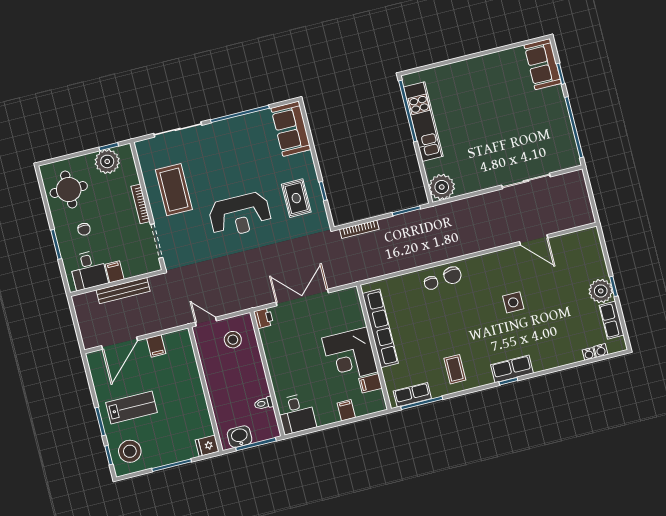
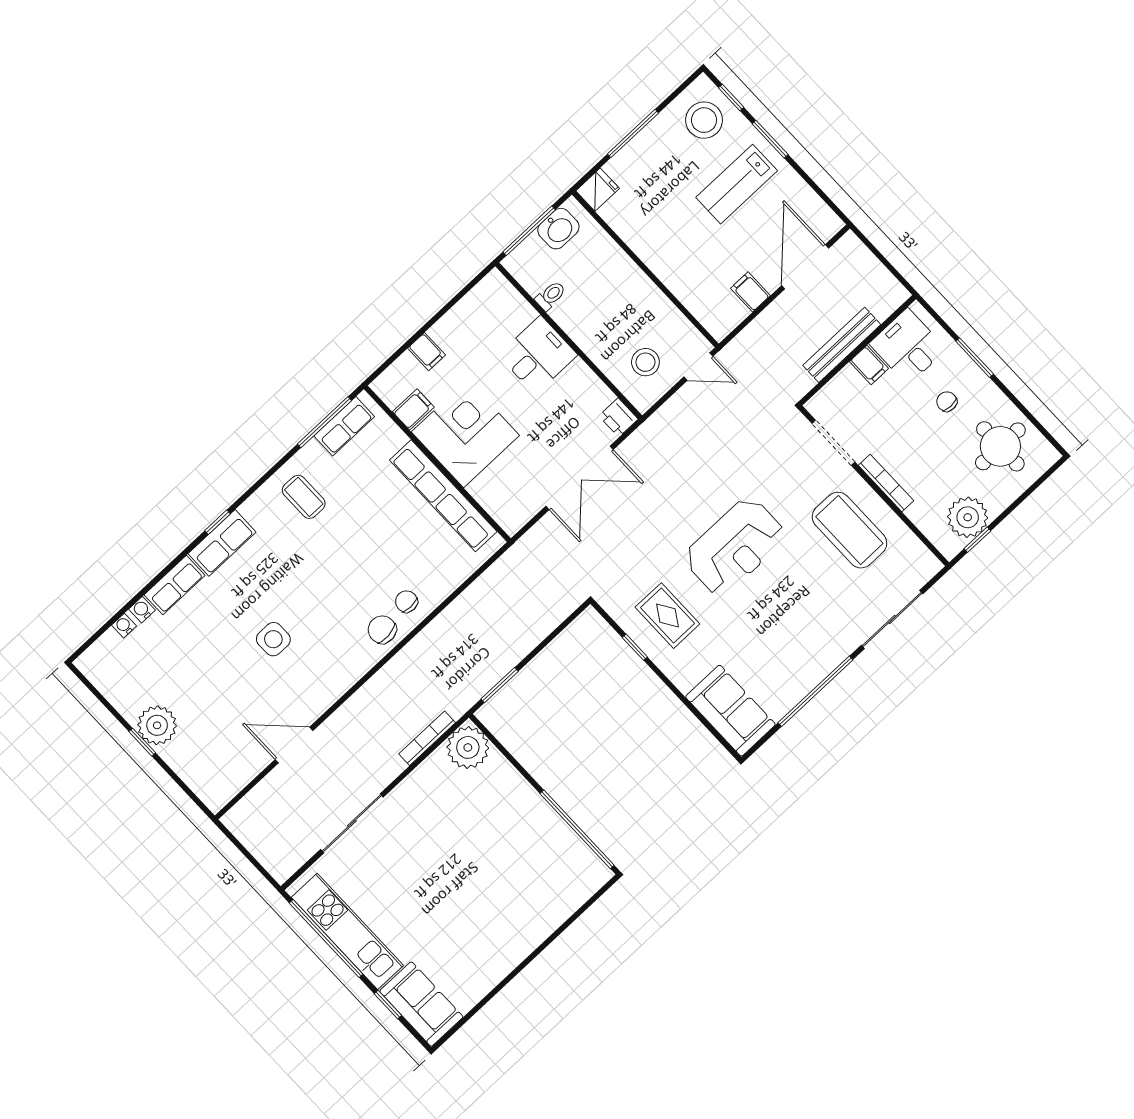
kitchen unit: (423, 122) -> (347, 931), moved, turned 180
reception desk: (240, 215) -> (735, 547), turned 180
bookcase: (359, 229) -> (427, 738), moved
row of seats: (612, 320) -> (175, 585), moved, turned 90
water cooler: (601, 350) -> (142, 610), moved
desk: (296, 414) -> (538, 355), moved, turned 90

